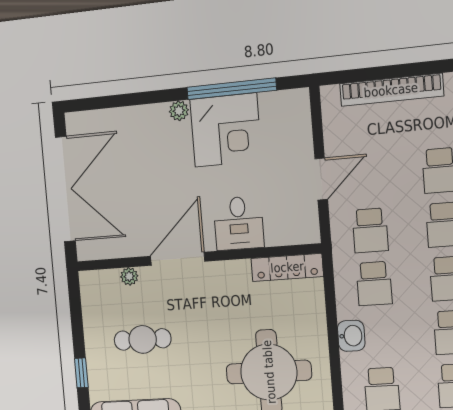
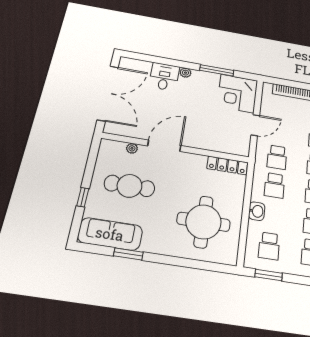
window: (232, 89) -> (217, 70), width x0.68
corner desk: (226, 130) -> (237, 93), moved, turned 90
desk: (239, 223) -> (164, 77), moved, turned 180
cafe table: (143, 339) -> (129, 186), width x1.37, depth x1.35

